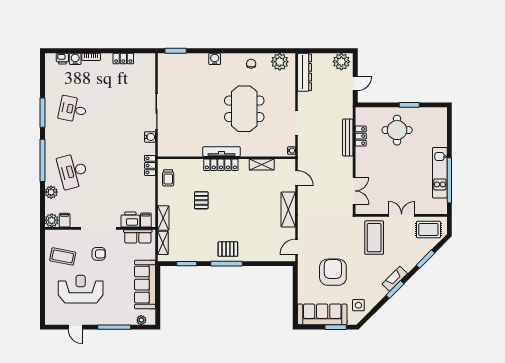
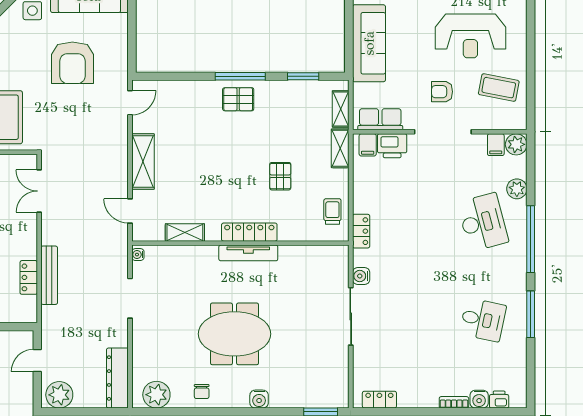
locker: (123, 59) -> (379, 400), moved
meeting table: (244, 109) -> (234, 334), moved, turned 90

